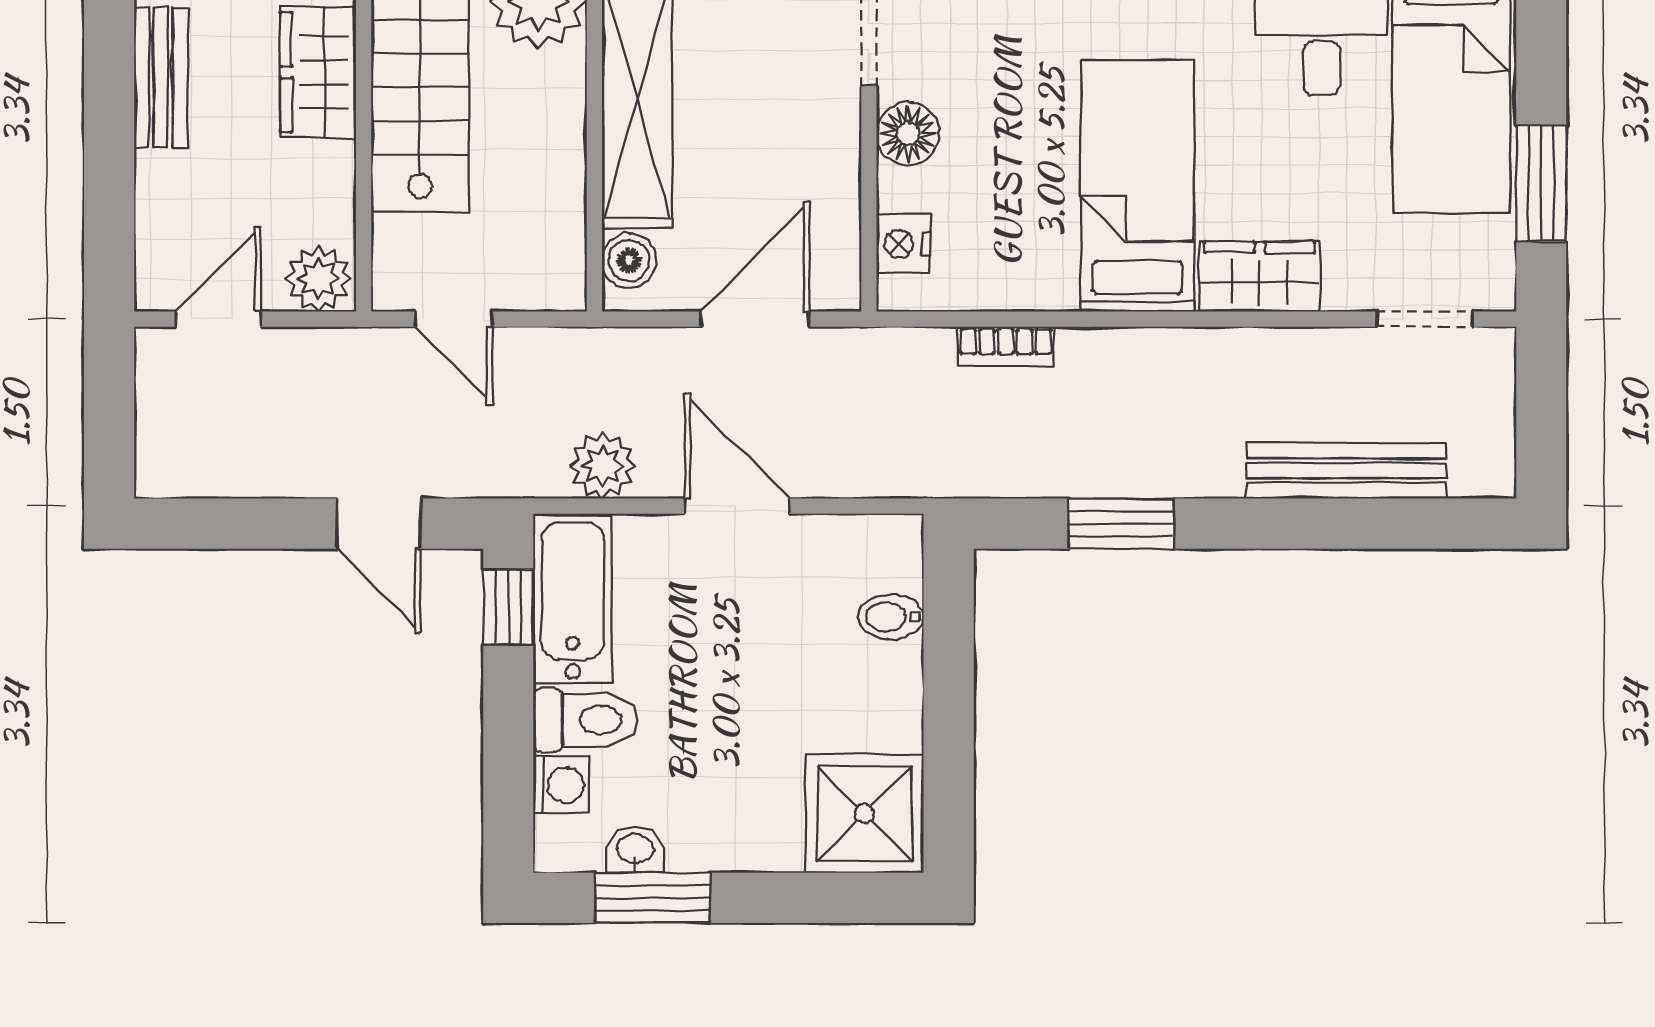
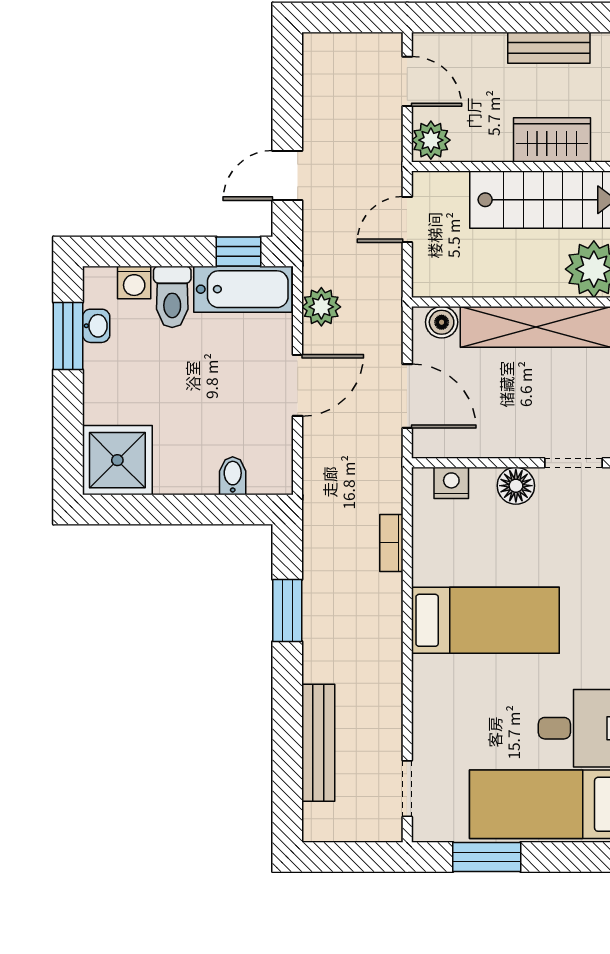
wardrobe: (1259, 277) -> (432, 692), removed

